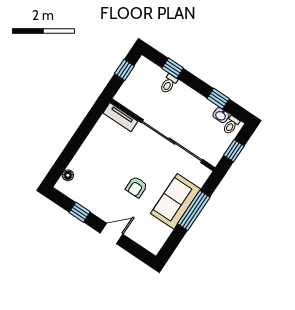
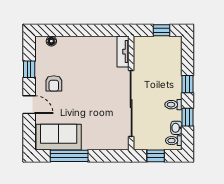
window: (173, 68) -> (188, 84), moved
toilet: (169, 84) -> (173, 105), moved
armchair: (136, 187) -> (54, 83), moved, turned -90
sofa: (176, 201) -> (59, 137), moved
window: (194, 210) -> (69, 156), moved

